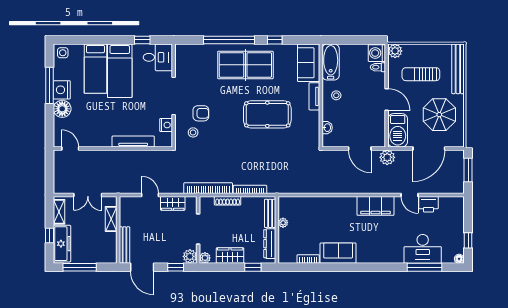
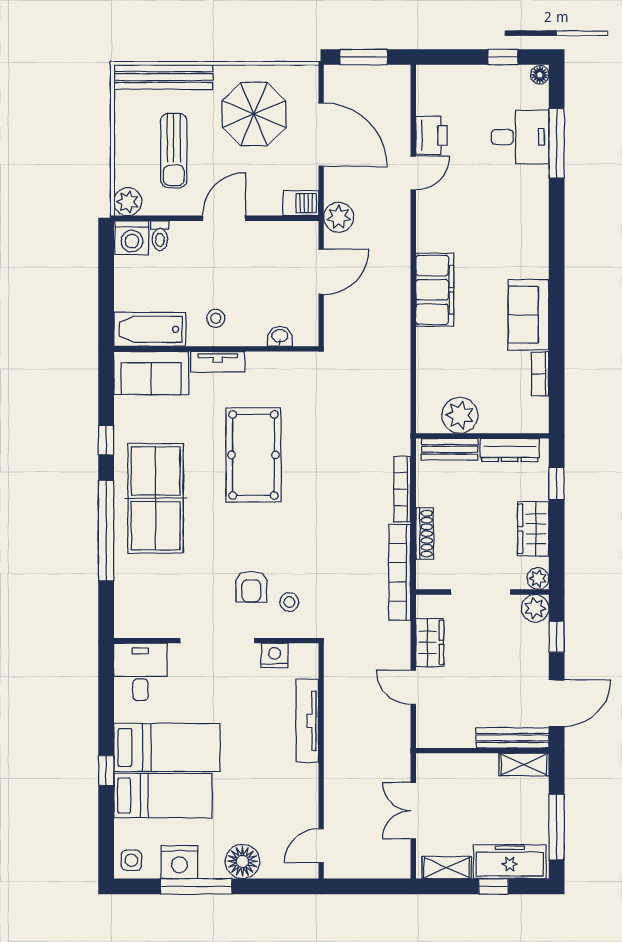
window: (142, 40) -> (106, 771), moved
nightstand: (62, 90) -> (179, 862), moved
armchair: (201, 113) -> (251, 587), turned 180
barbecue: (398, 130) -> (301, 203), width x0.53, depth x0.65
double door: (88, 195) -> (413, 811), swing flipped
door: (150, 195) -> (413, 687), hinge flipped
filing cabinet: (376, 206) -> (435, 290), moved
shelving: (111, 219) -> (524, 764), moved
plant: (283, 223) -> (460, 415), width x1.88, depth x1.88
desk: (423, 249) -> (520, 137), width x0.73

